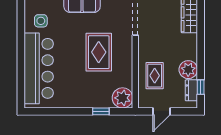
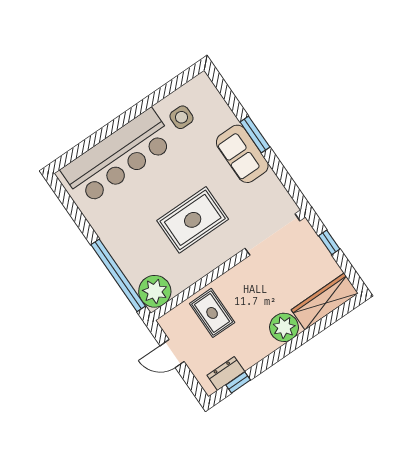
plant: (188, 70) -> (284, 327), moved
rug: (155, 76) -> (212, 313), turned 90
window: (101, 111) -> (118, 275), width x3.17

